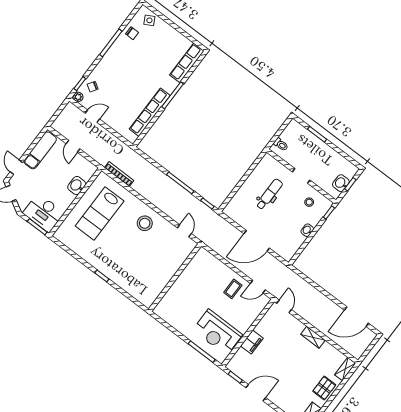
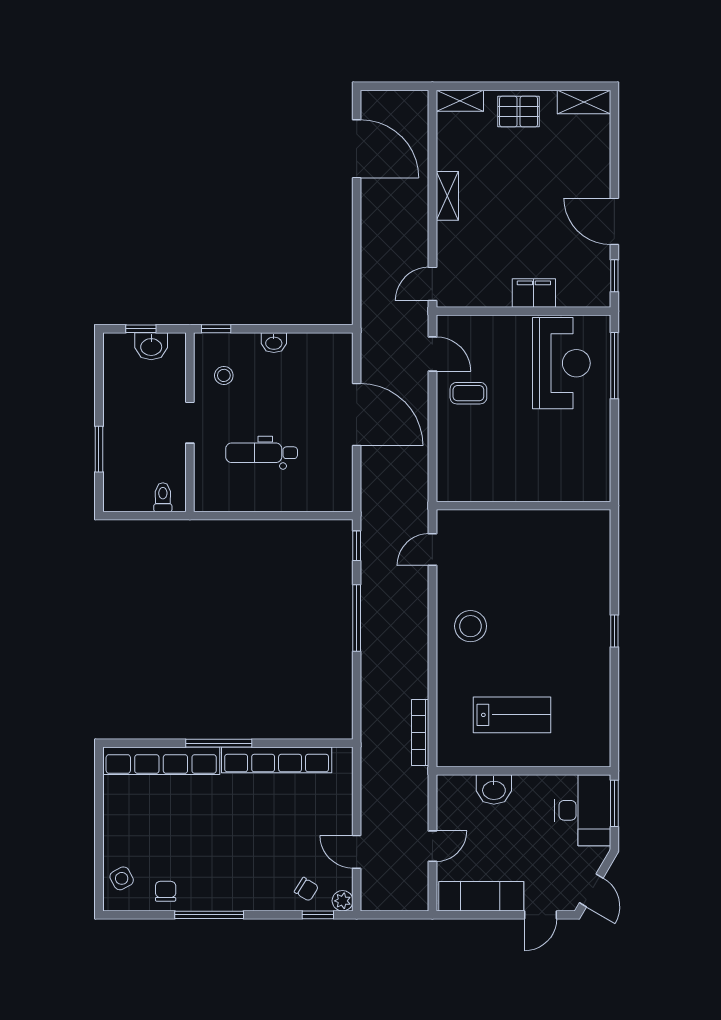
row of seats: (187, 63) -> (161, 761), width x1.36
lab bench: (100, 214) -> (512, 715), width x0.73, depth x0.72

